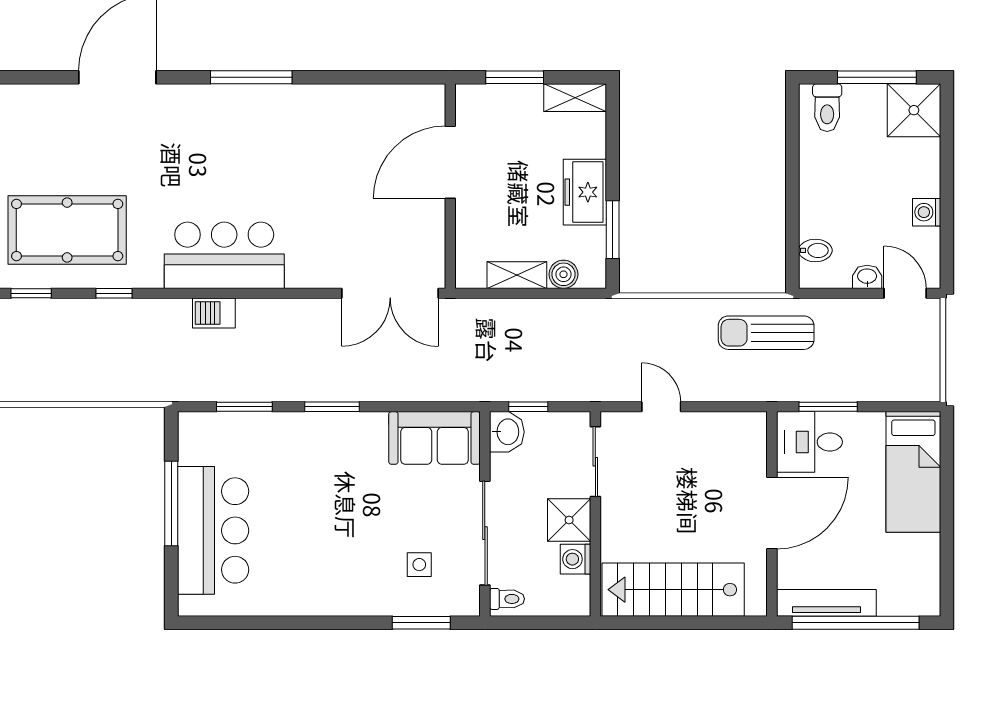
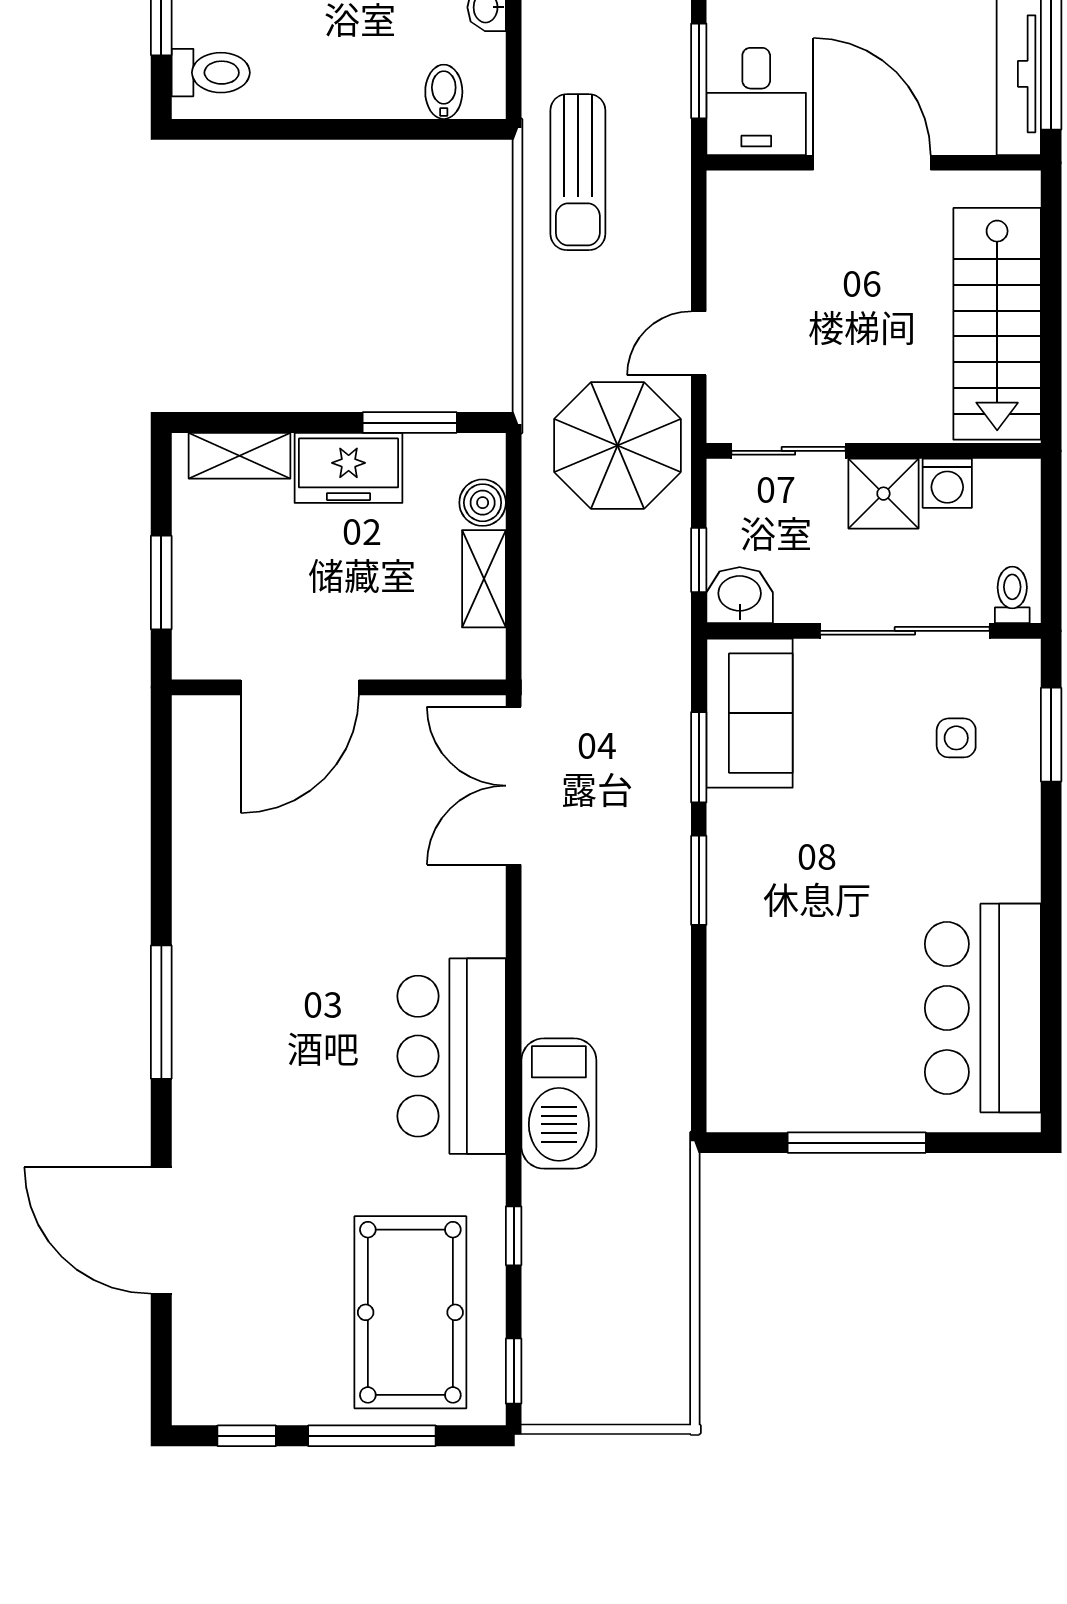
shelving: (575, 98) -> (240, 456), moved, turned 90
door: (450, 162) -> (300, 687), hinge flipped
double door: (390, 293) -> (514, 786), swing flipped
barbecue: (214, 313) -> (559, 1104), width x1.88, depth x1.53
parasol: (599, 357) -> (617, 445), added
window: (244, 407) -> (699, 757), moved
bar counter: (213, 530) -> (983, 1008), moved, turned -90

